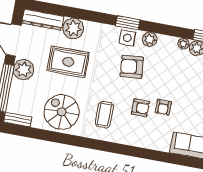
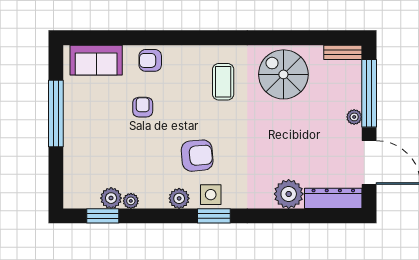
rug: (68, 62) -> (287, 146), removed
plant: (24, 70) -> (354, 117), width x0.53, depth x0.53
armchair: (140, 108) -> (150, 60), moved
spiral stairs: (62, 112) -> (283, 74), turned 180

